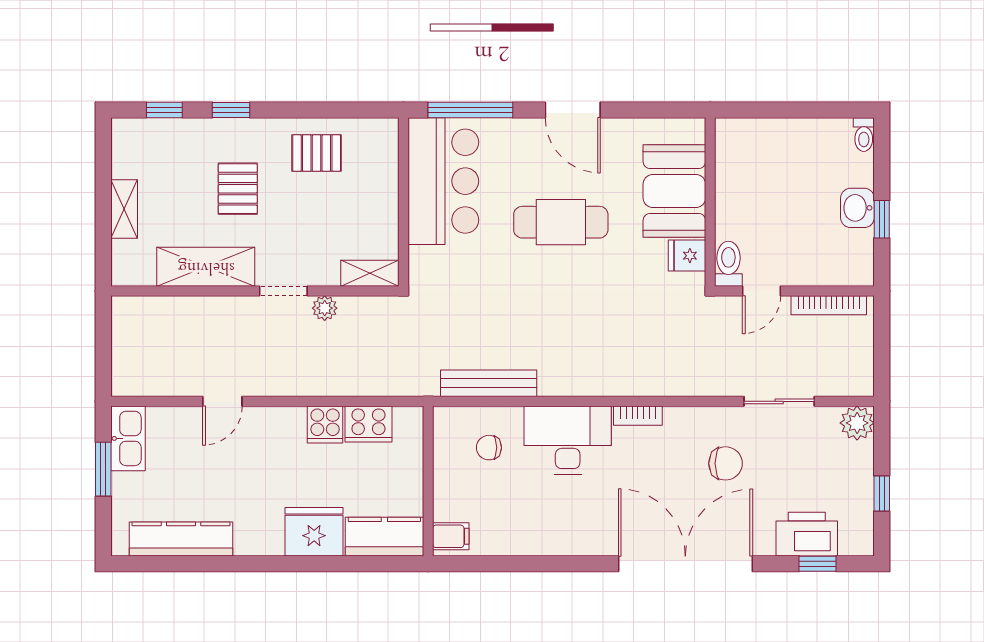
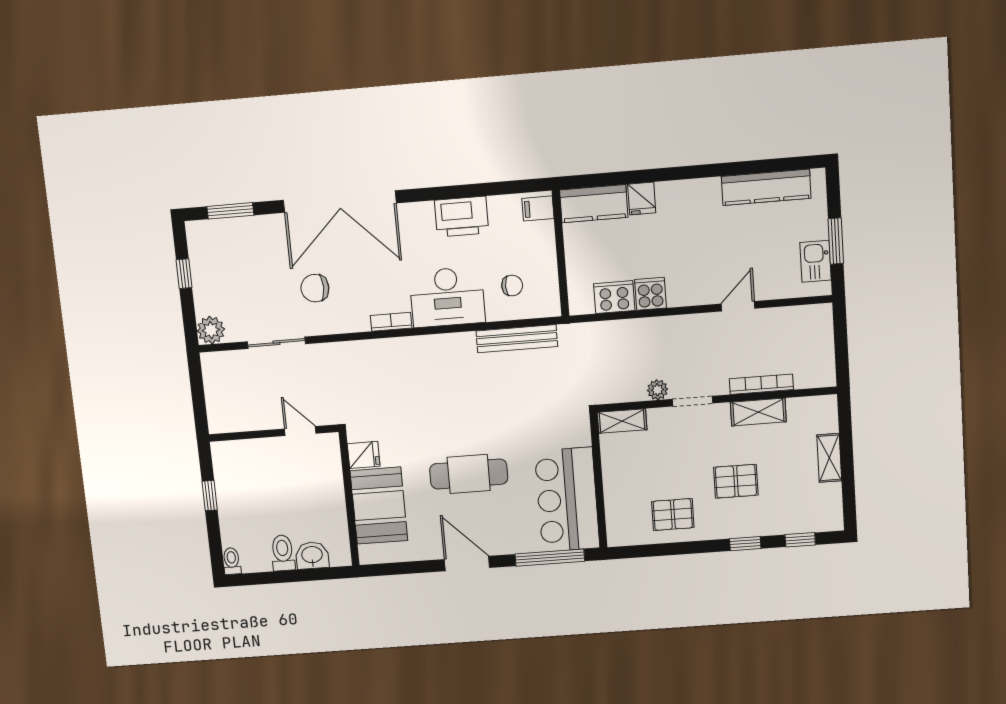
pallet: (238, 189) -> (736, 481), turned 90
washbasin: (857, 208) -> (312, 555), moved, turned -90
toilet: (728, 264) -> (283, 553), moved, turned 180
shelving: (206, 267) -> (758, 412), width x0.67, depth x0.75
door: (761, 291) -> (300, 431), hinge flipped
bookcase: (829, 305) -> (761, 384), moved
kitchen sink: (128, 438) -> (816, 261), width x0.73
fridge: (314, 532) -> (642, 198), width x0.53, depth x0.75
printer: (807, 534) -> (462, 217), moved
window: (817, 564) -> (230, 211), width x1.50

